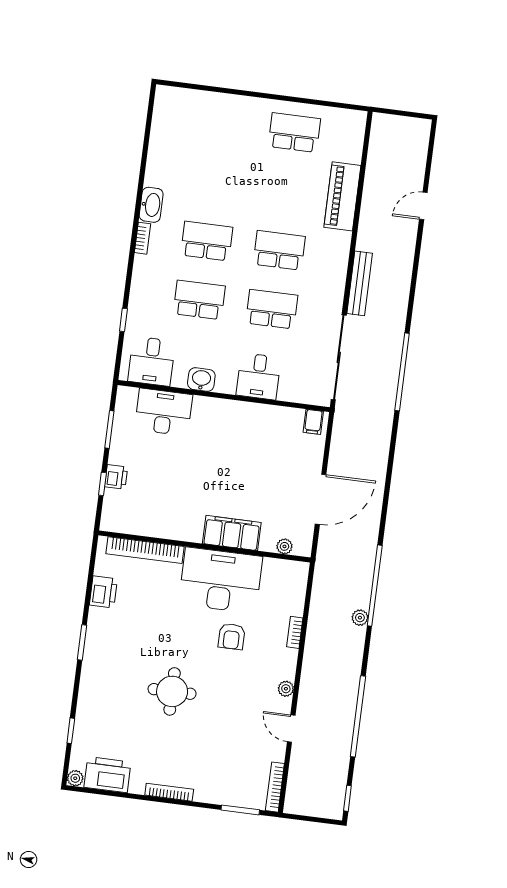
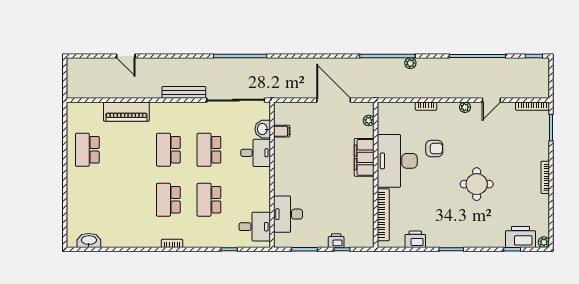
washbasin: (151, 205) -> (89, 241), moved
washbasin: (201, 380) -> (263, 129), moved
filing cabinet: (313, 422) -> (282, 131), moved
printer: (107, 775) -> (521, 237), moved, turned 90

